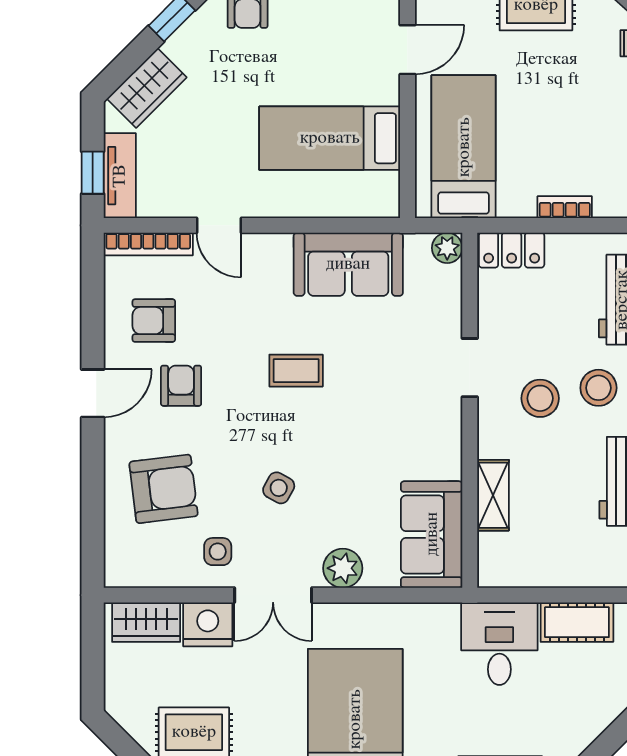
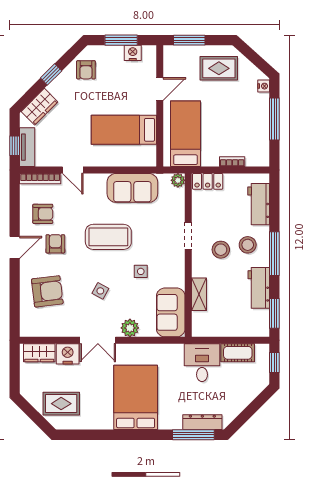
armchair: (154, 321) -> (43, 214), turned 180
coffee table: (296, 371) -> (108, 237), width x1.86, depth x1.72
side table: (218, 552) -> (141, 271), moved

